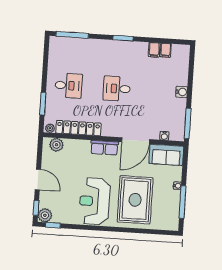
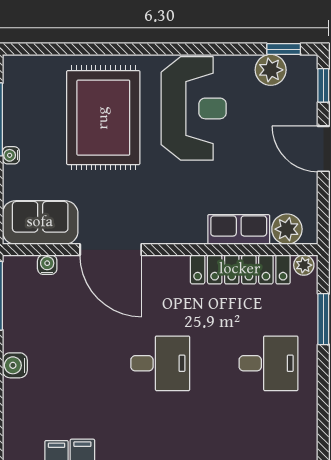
desk: (69, 86) -> (268, 363), turned 180
door: (136, 141) -> (111, 250), swing flipped
row of seats: (104, 148) -> (239, 230), moved
plant: (45, 215) -> (271, 70), moved

